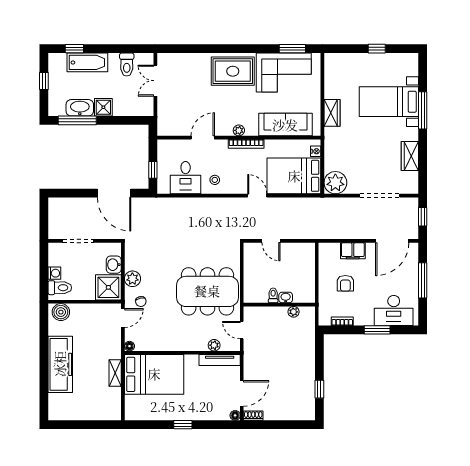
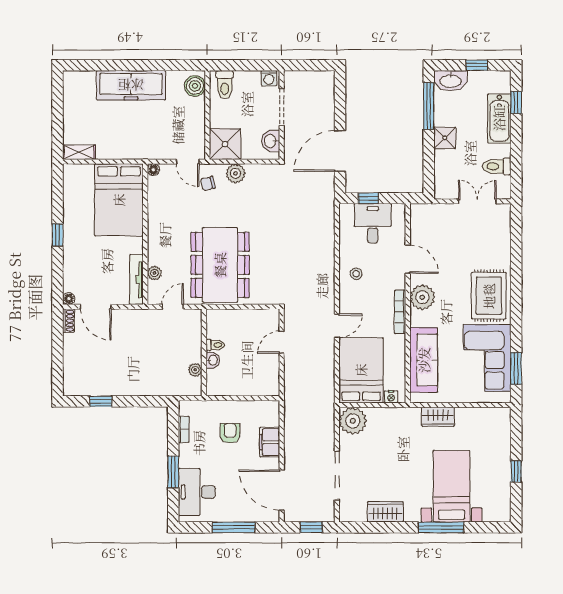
washbasin: (80, 108) -> (451, 81), moved, turned 90
plant: (239, 130) -> (422, 297), width x1.88, depth x1.88
desk: (186, 178) -> (373, 223), moved, turned 90
washbasin: (114, 265) -> (271, 141), moved, turned -90
washing machine: (54, 273) -> (269, 78), moved
armchair: (345, 283) -> (230, 433), turned 90
shelving: (115, 373) -> (79, 152), moved

